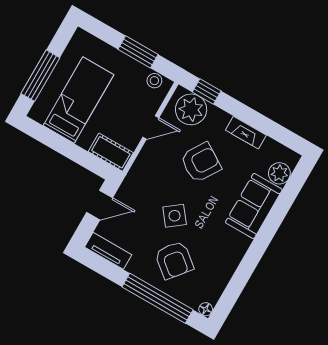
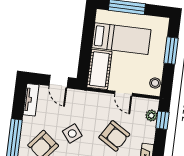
window: (138, 52) -> (171, 51), moved
plant: (191, 109) -> (151, 116), width x0.53, depth x0.53
cot: (111, 152) -> (99, 69), width x1.37, depth x1.34

